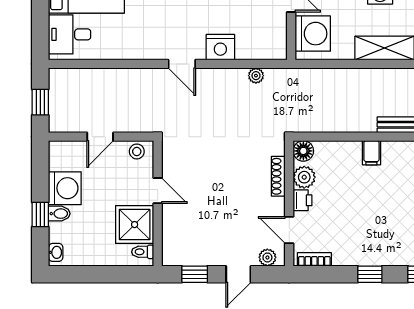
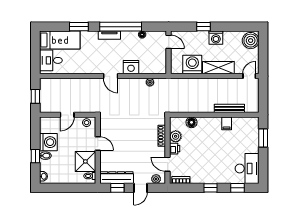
washing machine: (313, 34) -> (192, 65), moved, turned -90
floor lamp: (303, 151) -> (192, 122), moved
filing cabinet: (371, 153) -> (227, 123), moved
dresser: (193, 255) -> (117, 178), added

